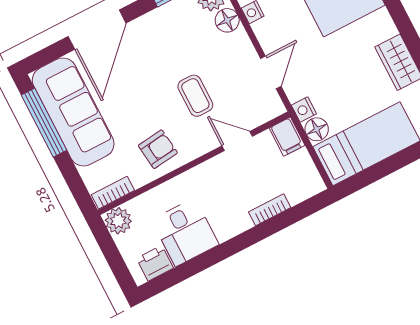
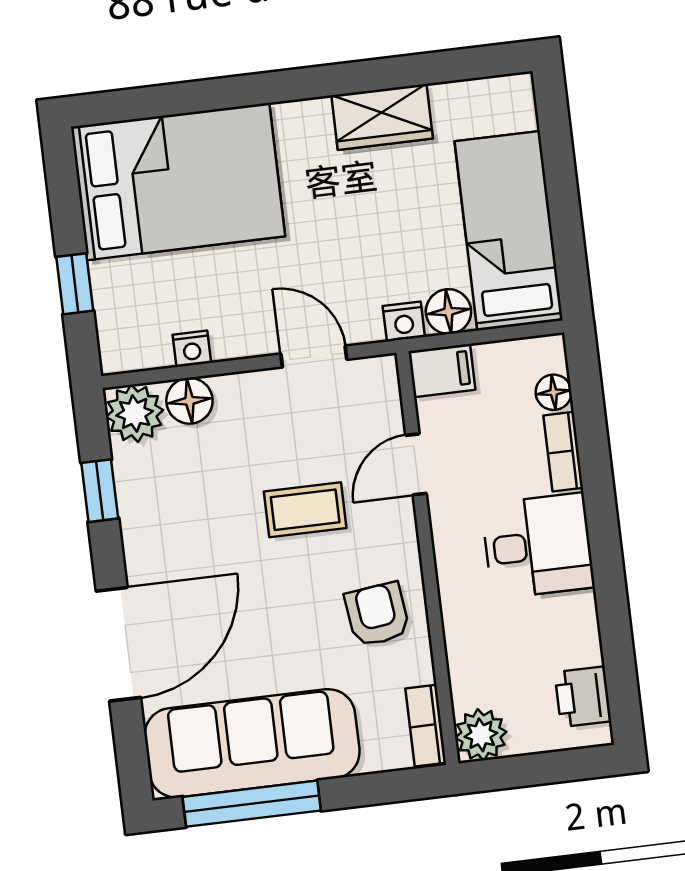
door: (97, 30) -> (118, 644), hinge flipped
floor lamp: (297, 194) -> (554, 392), added
desk: (185, 232) -> (538, 546), moved

